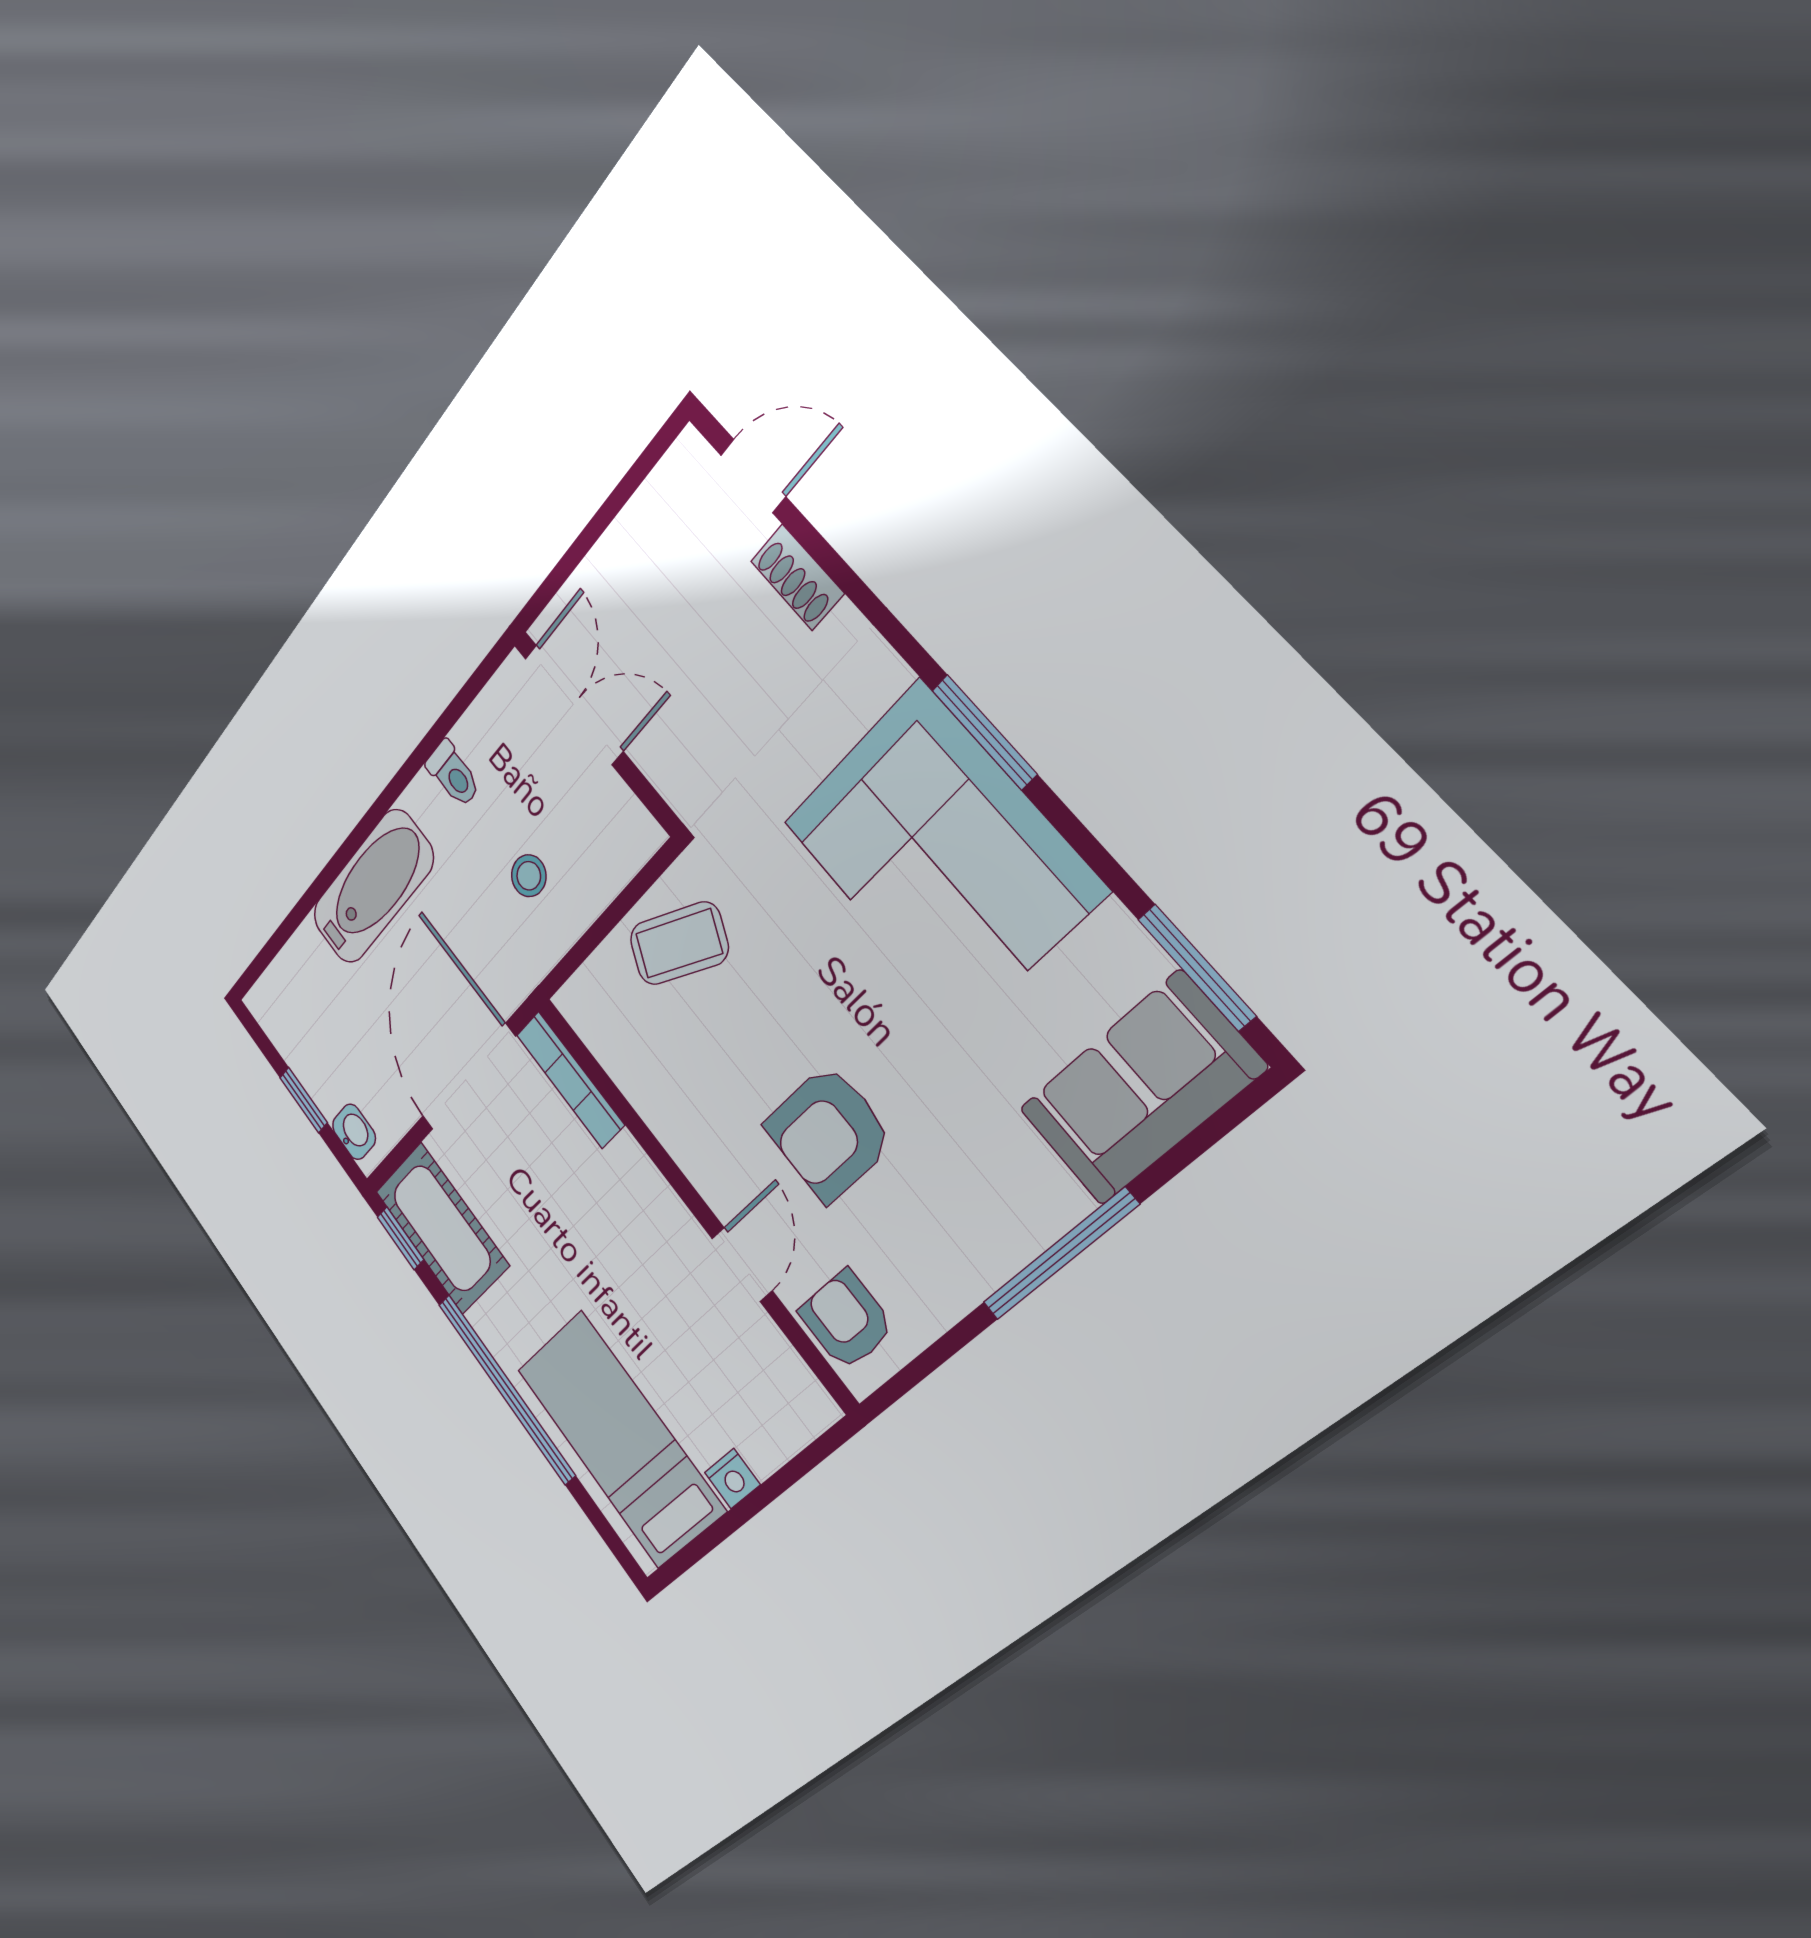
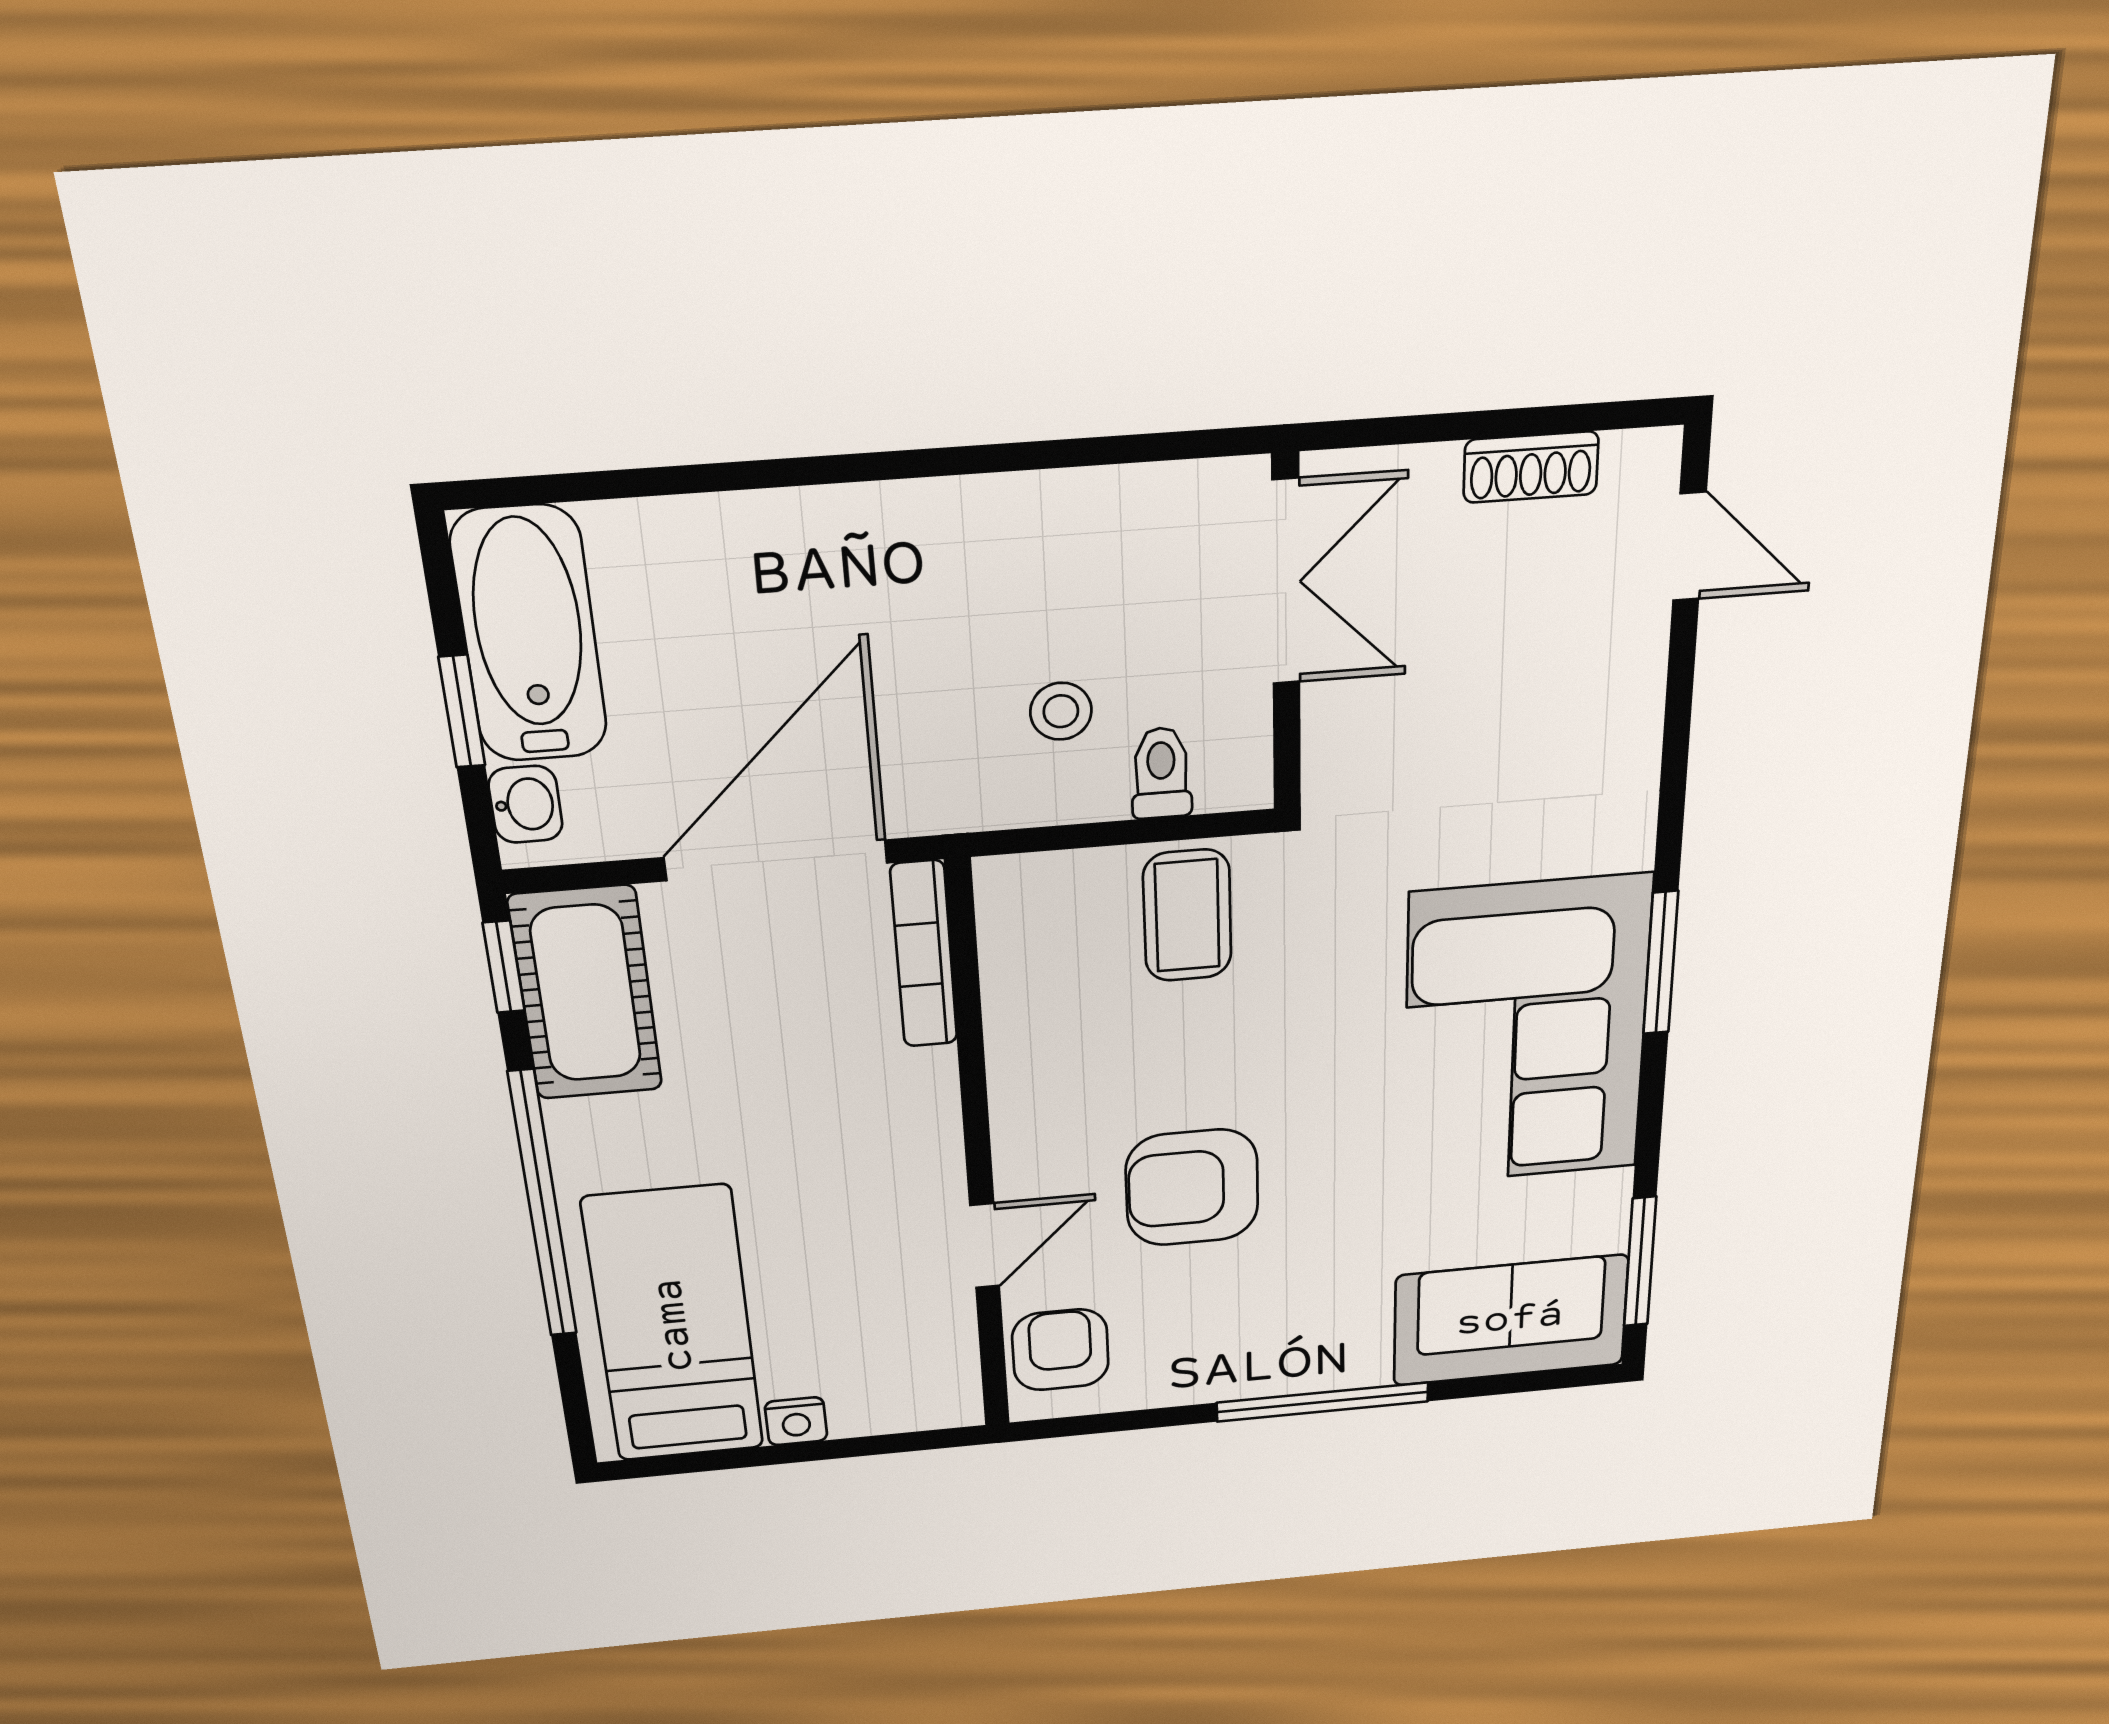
shoe rack: (797, 577) -> (1531, 467), moved, turned -90
toilet: (453, 774) -> (1161, 773), moved, turned 180
bathtub: (373, 887) -> (529, 635), moved, turned -90
coffee table: (679, 943) -> (1187, 916), turned 64

